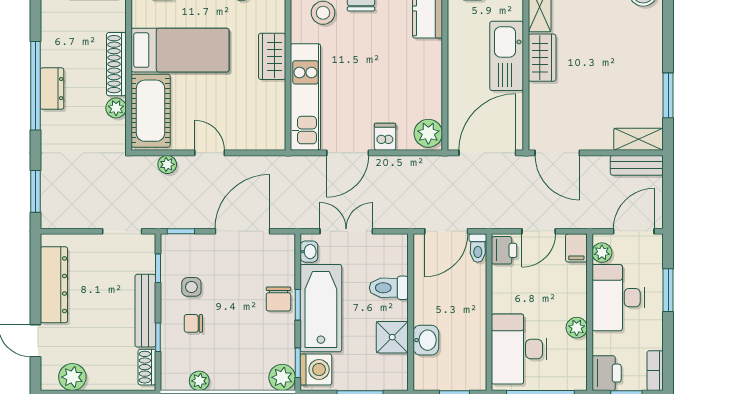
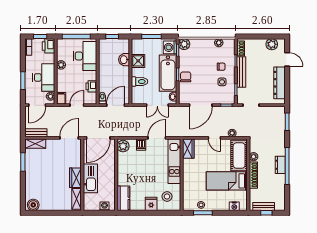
wardrobe: (272, 56) -> (188, 149), moved
door: (557, 153) -> (69, 138), hinge flipped
printer: (504, 250) -> (91, 86), moved

